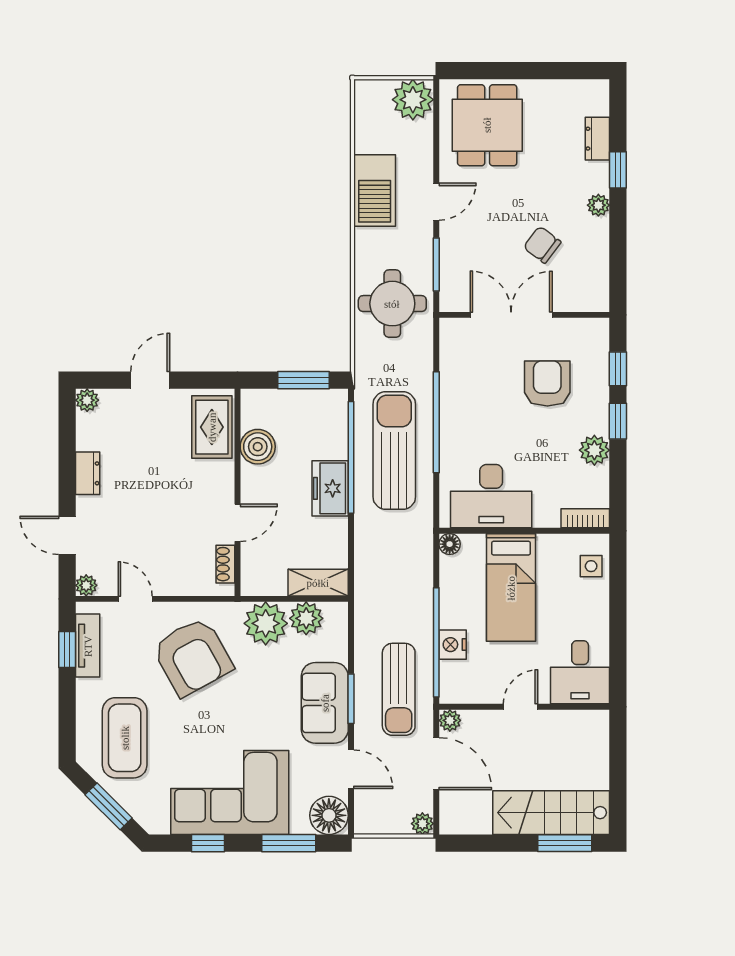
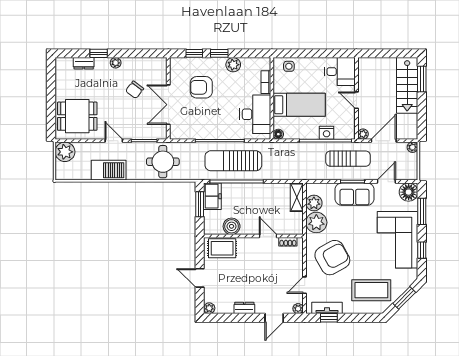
freezer: (330, 488) -> (212, 196), moved, turned -90
bookcase: (585, 518) -> (266, 82), moved

